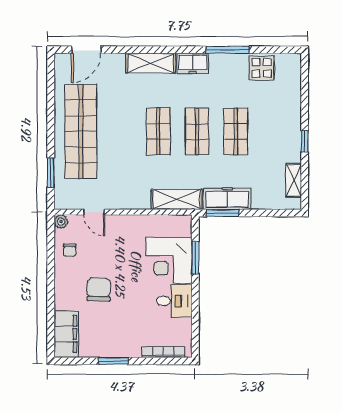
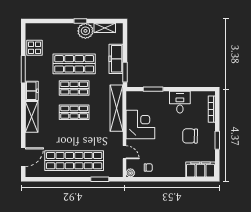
door: (86, 50) -> (23, 157), hinge flipped
shop shelf: (236, 131) -> (74, 64), width x1.43, depth x1.36
plant: (289, 150) -> (85, 31), added
shelving: (177, 199) -> (117, 108), width x1.47
freezer: (227, 199) -> (116, 59), moved
door: (94, 212) -> (124, 152), hinge flipped
corner desk: (169, 260) -> (140, 125), moved, turned -90
chair: (99, 290) -> (190, 136), moved

